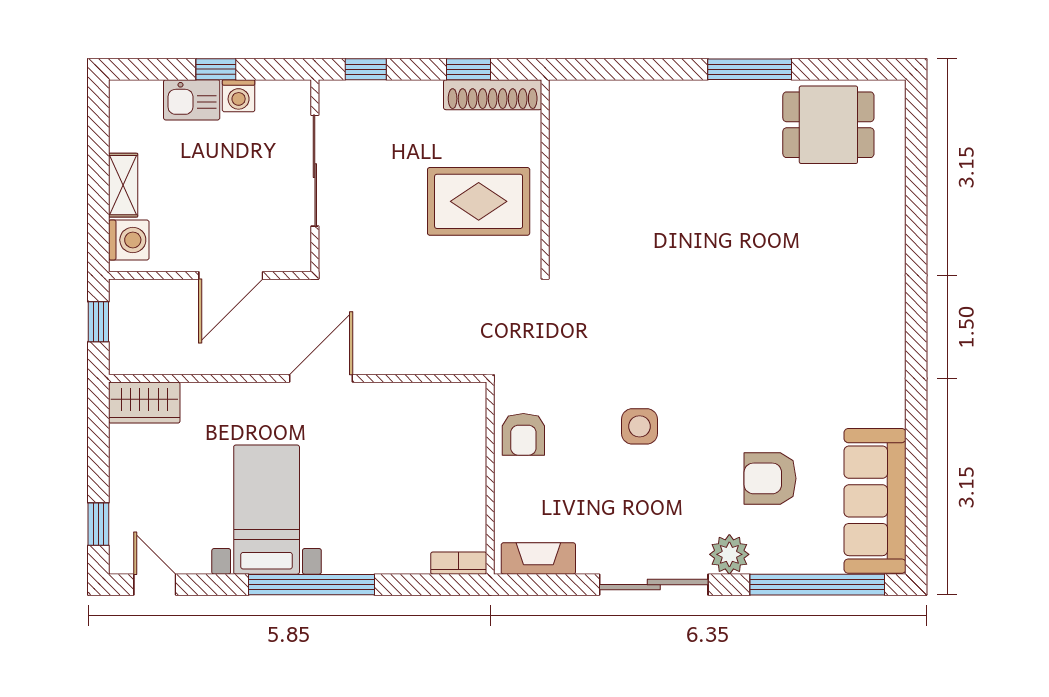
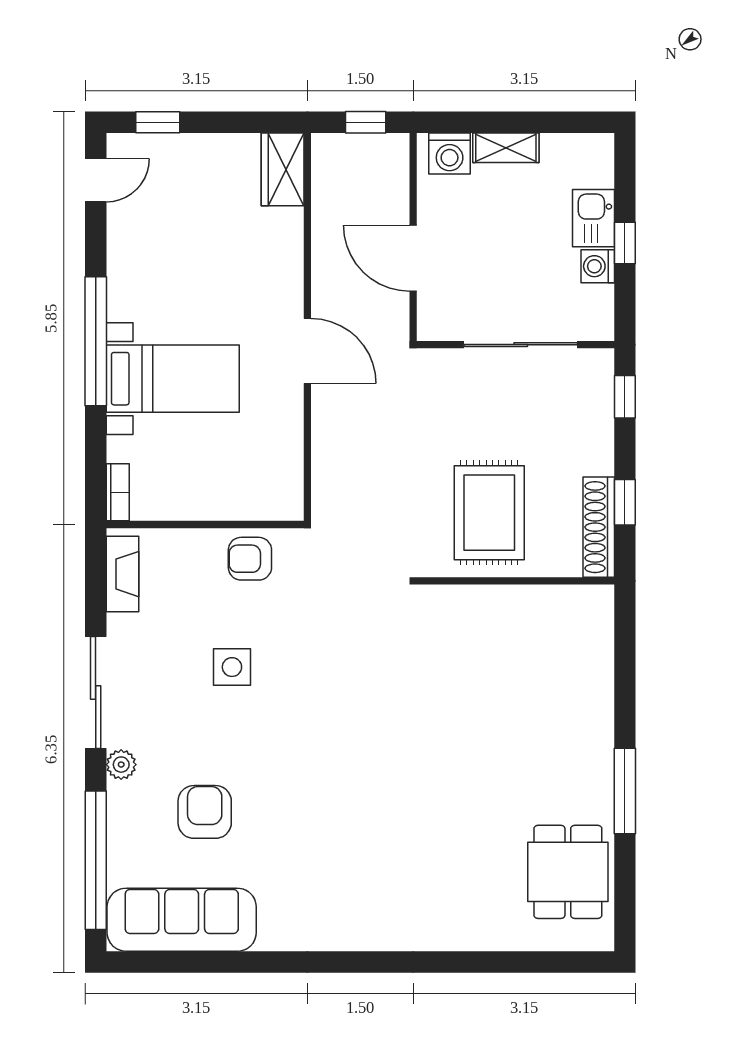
side table: (639, 426) -> (232, 667), moved
bed with nightstands: (267, 510) -> (173, 379), moved
plant: (729, 554) -> (121, 765), width x0.73, depth x0.73

